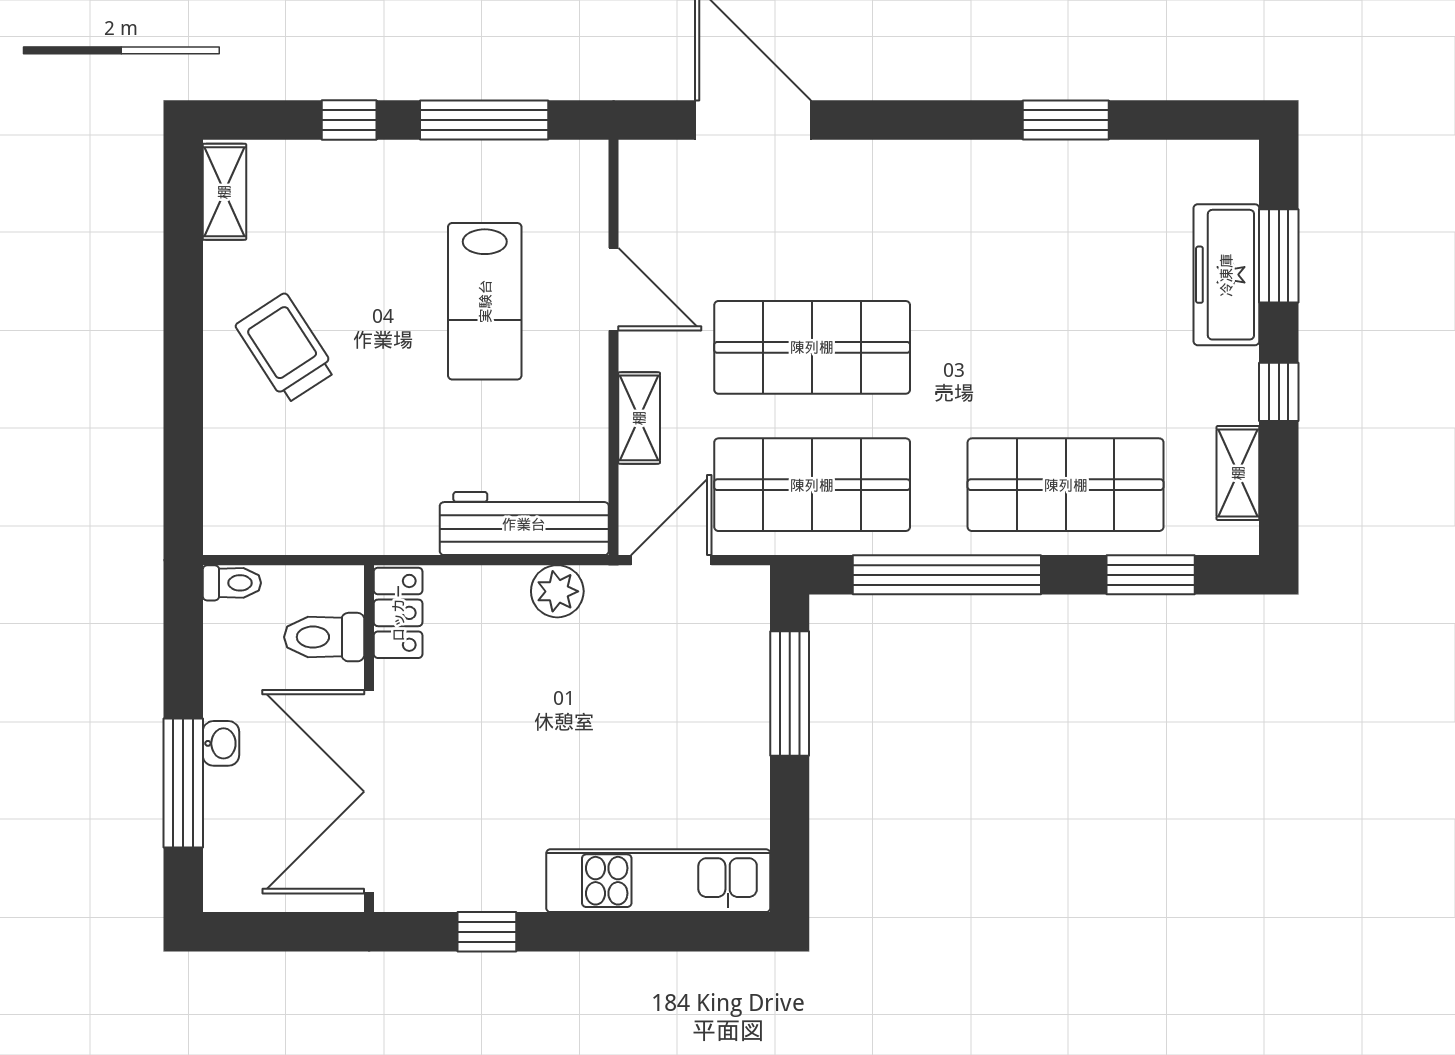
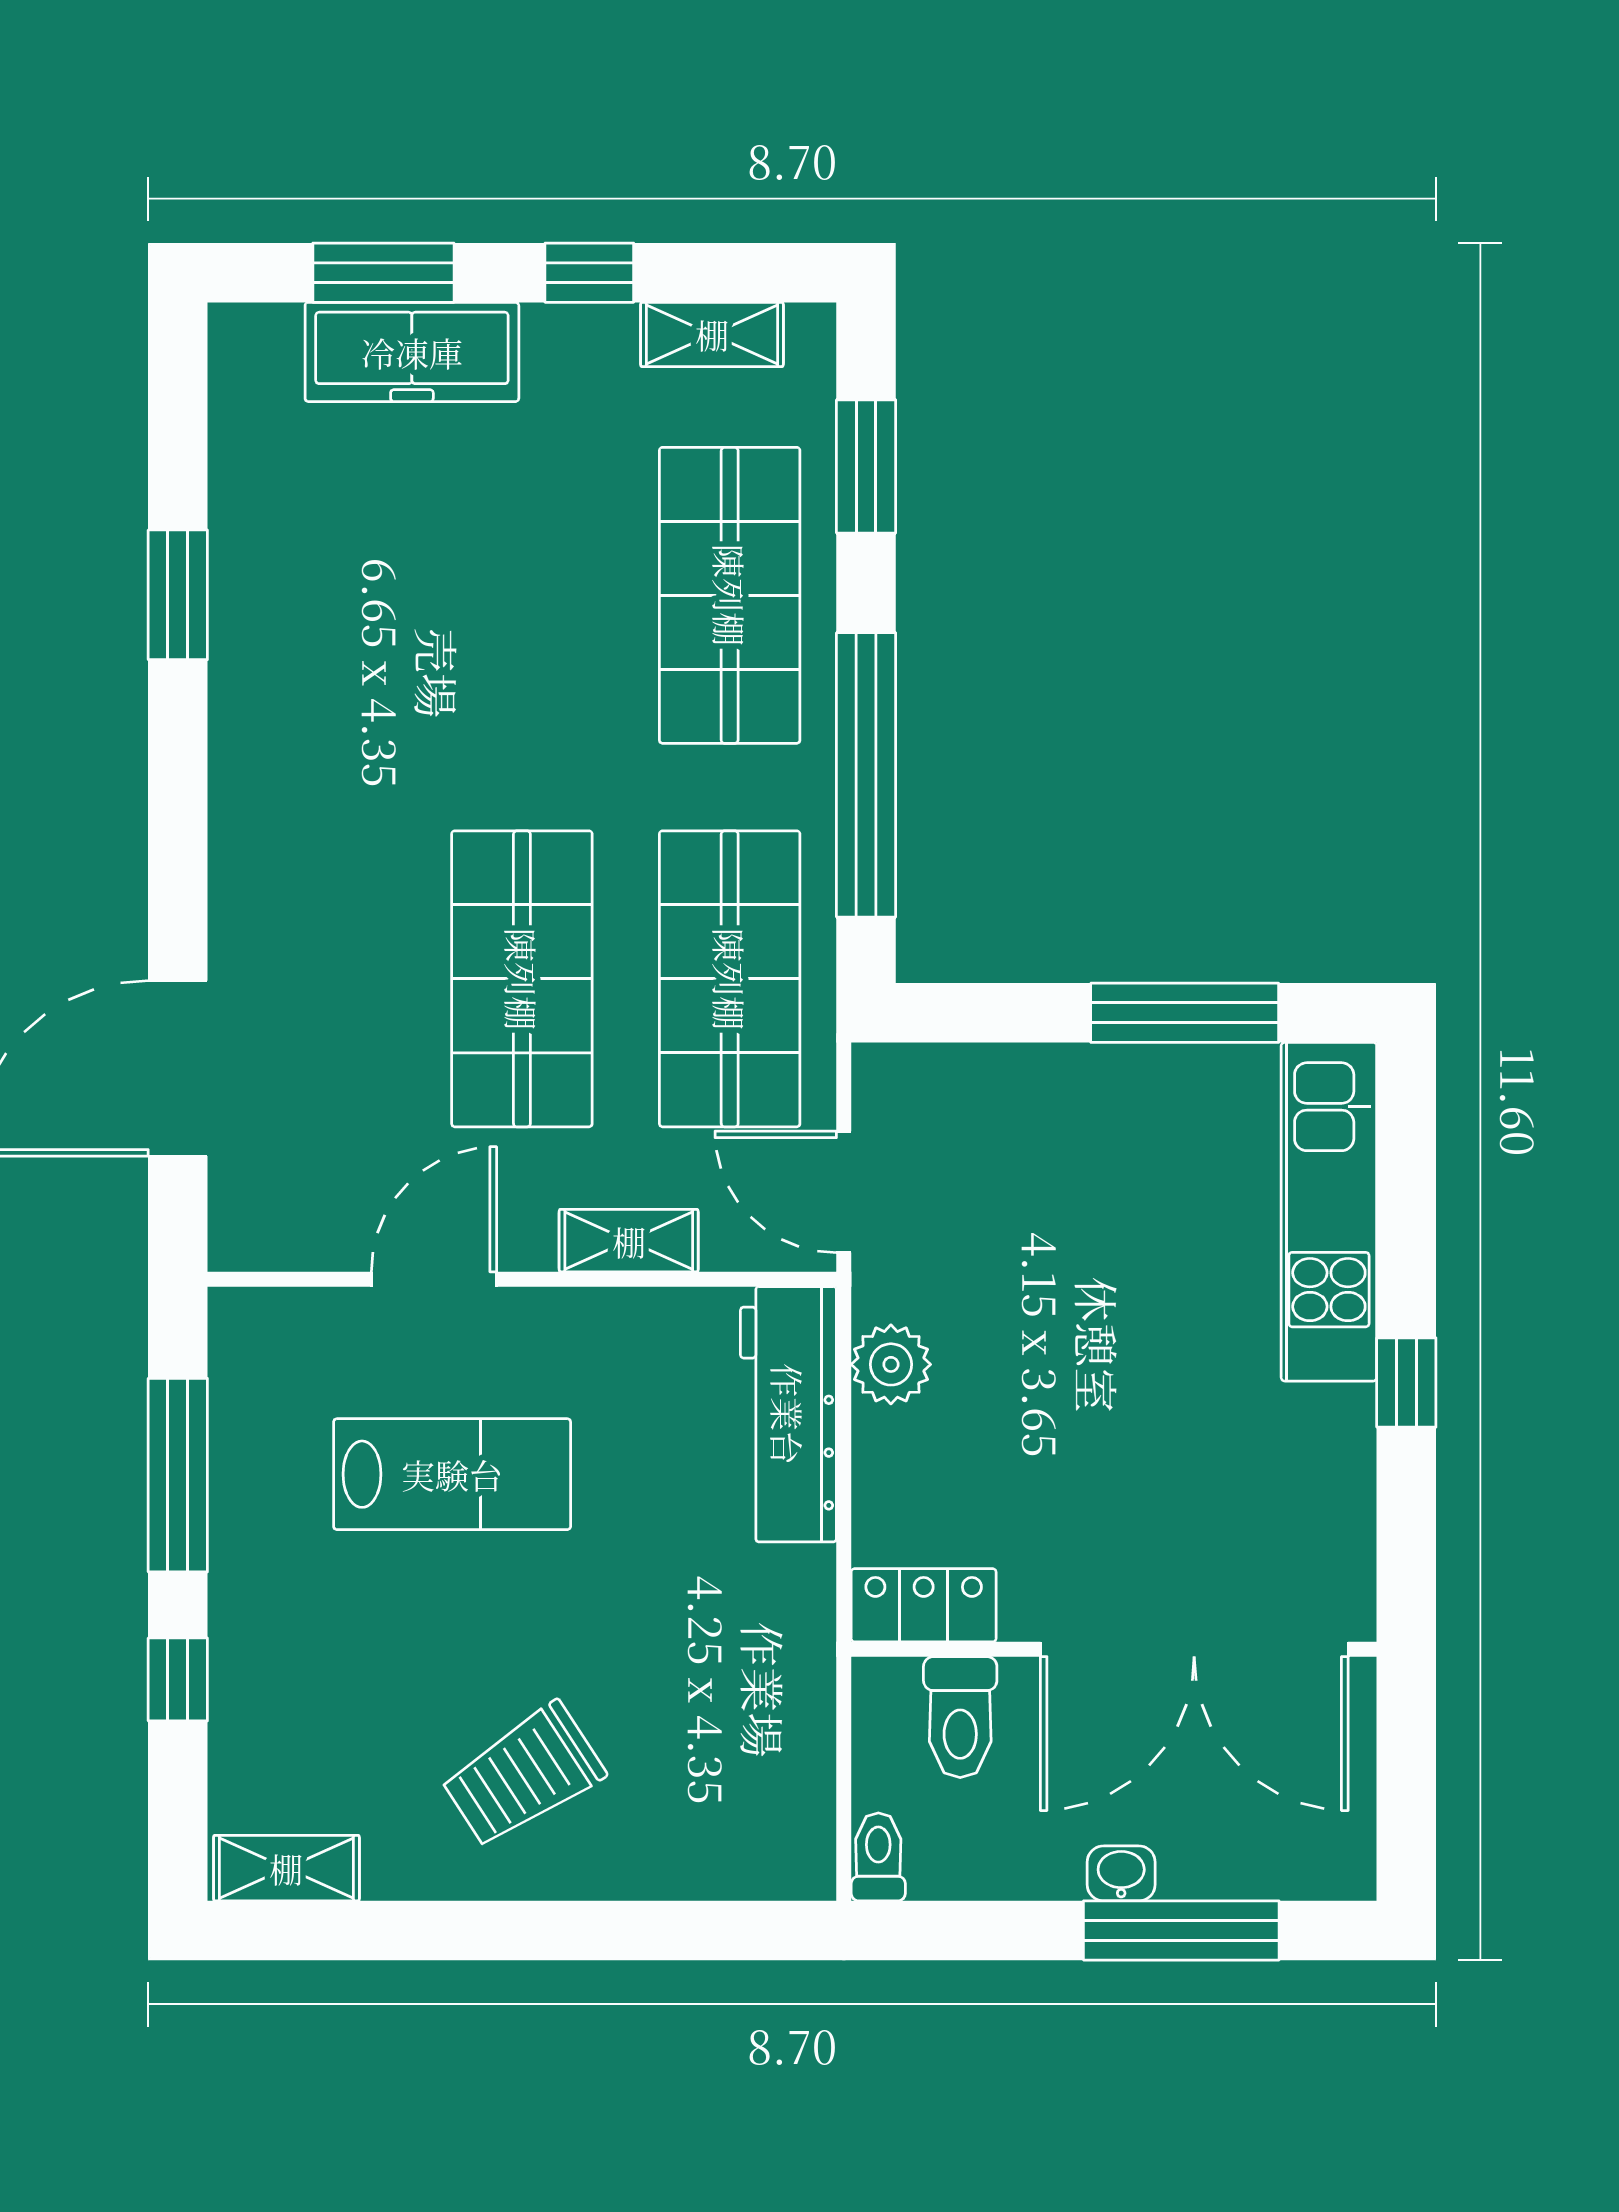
window: (790, 694) -> (1185, 1013), moved
window: (487, 932) -> (1406, 1383), moved

